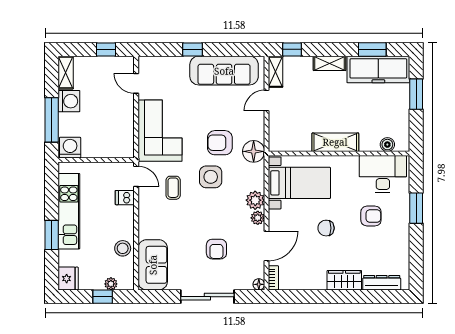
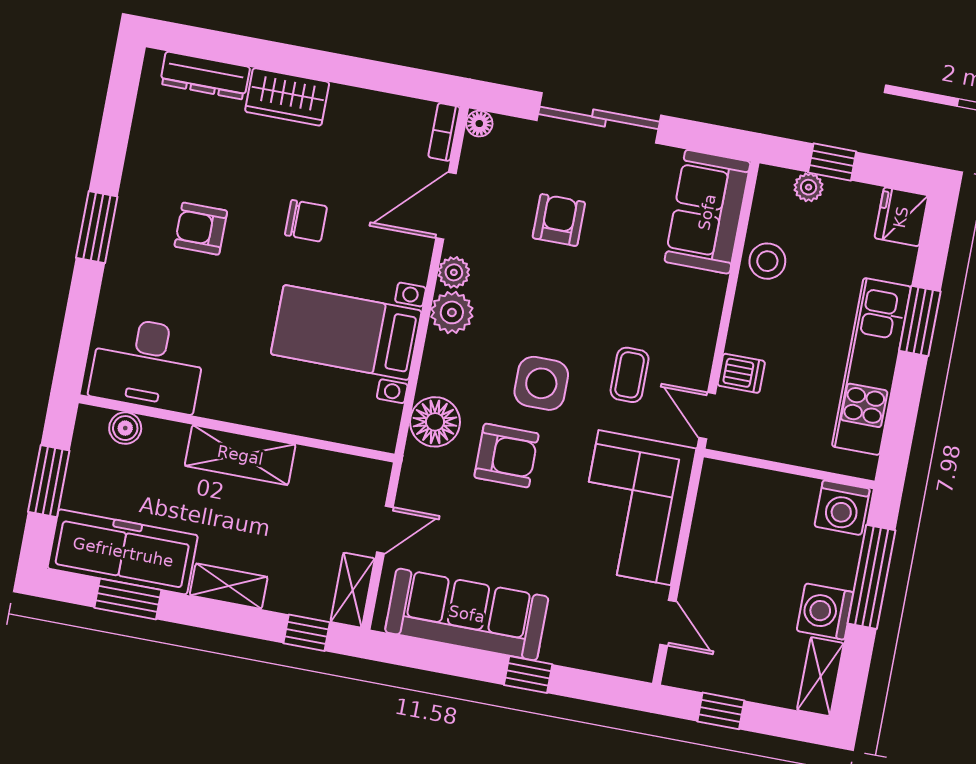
shelving: (335, 142) -> (240, 455), moved
boiler: (387, 145) -> (125, 428), moved
wall: (339, 154) -> (237, 428), moved
desk: (383, 174) -> (148, 364), moved

